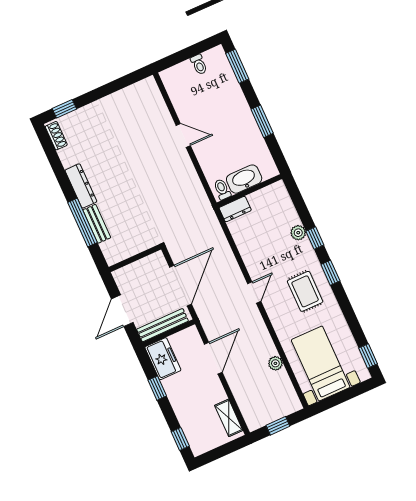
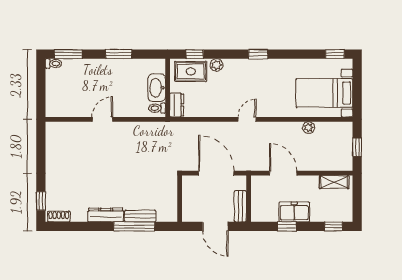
toilet: (199, 64) -> (54, 64), moved
window: (315, 238) -> (195, 54), moved
rug: (305, 291) -> (191, 71), moved
door: (254, 293) -> (247, 119), hinge flipped
bench: (163, 325) -> (240, 206), width x0.73
freezer: (163, 359) -> (294, 212), moved

